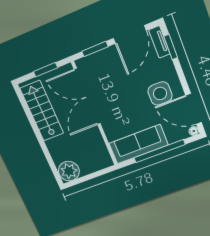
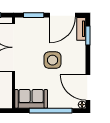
side table: (160, 93) -> (53, 60), moved
sofa: (139, 144) -> (31, 99), width x0.73

